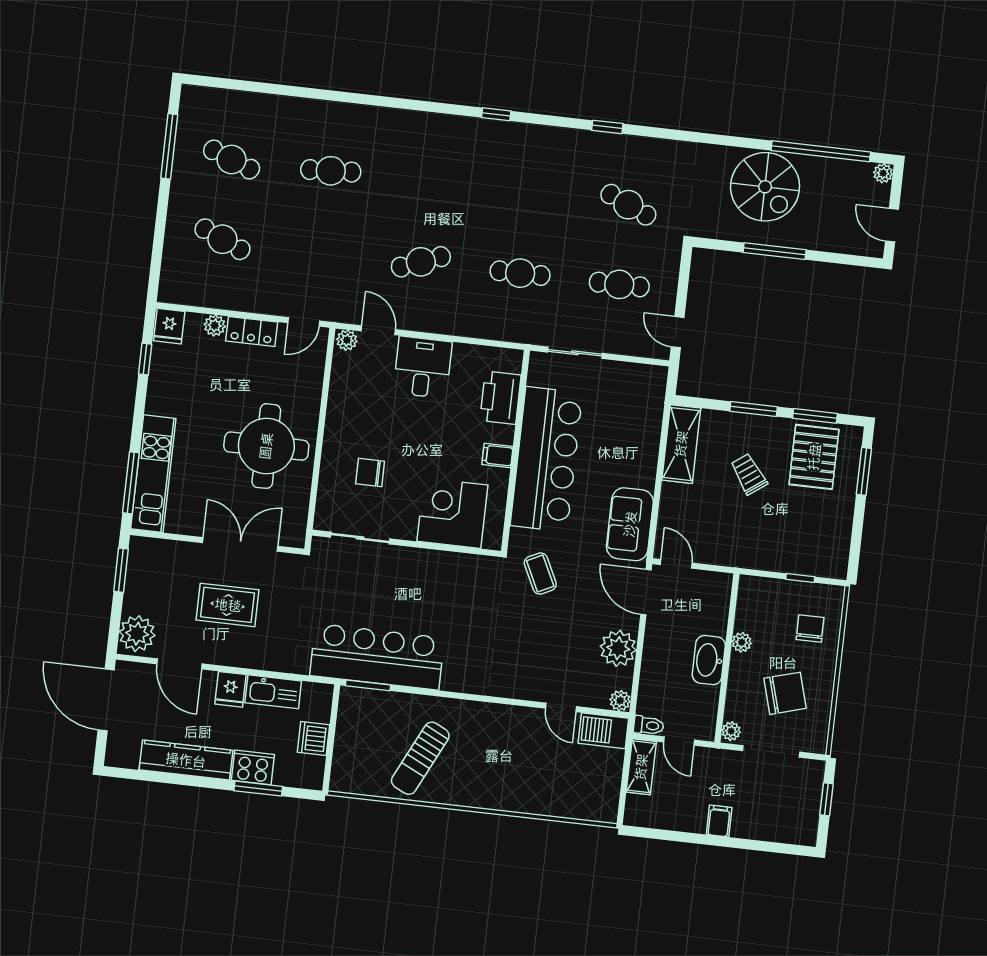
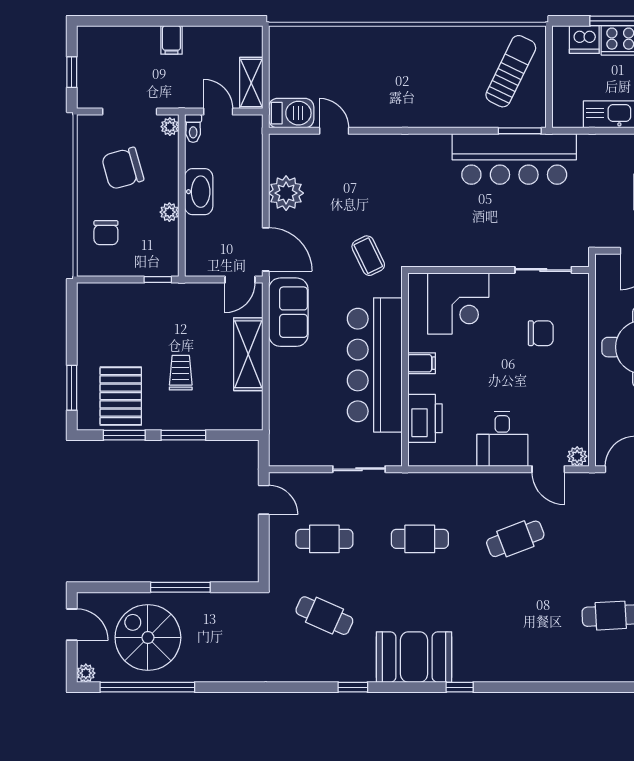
booth: (540, 151) -> (414, 657), added
spiral stairs: (765, 187) -> (148, 638), moved
shelving: (681, 444) -> (248, 354), moved
trolley: (749, 474) -> (181, 373), turned -144
door: (676, 564) -> (240, 280), hinge flipped
window: (800, 578) -> (158, 280), moved
plant: (620, 701) -> (279, 144), removed
toilet: (649, 725) -> (193, 128), moved, turned -90
dishwasher: (313, 739) -> (584, 40), moved, turned 90
sun lounger: (420, 758) -> (511, 71), moved

